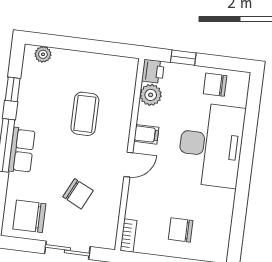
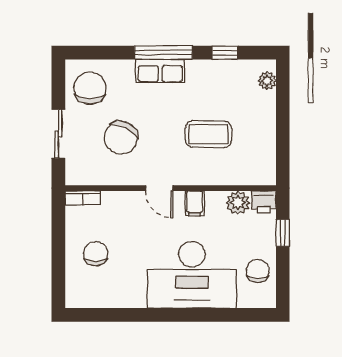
chair: (78, 194) -> (121, 138), width x1.37, depth x1.37

